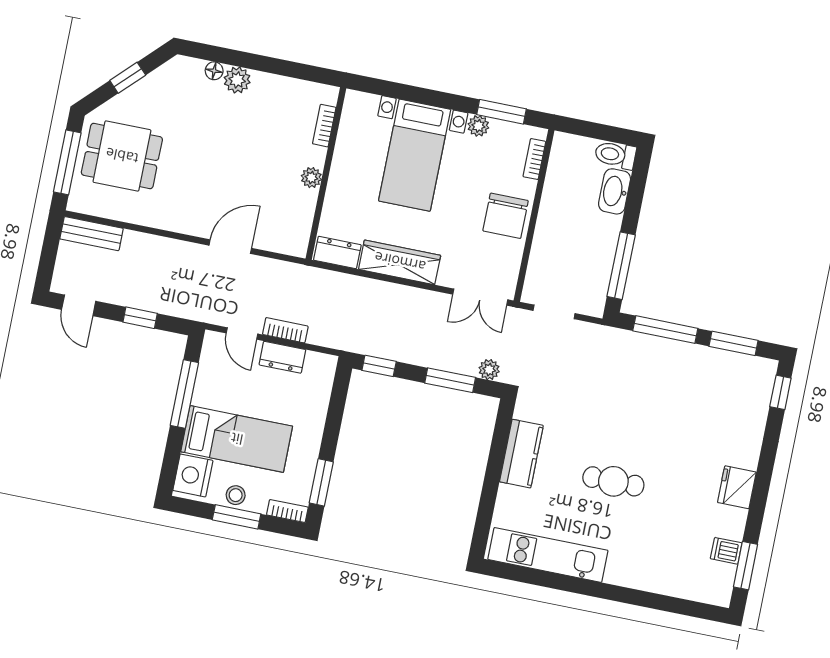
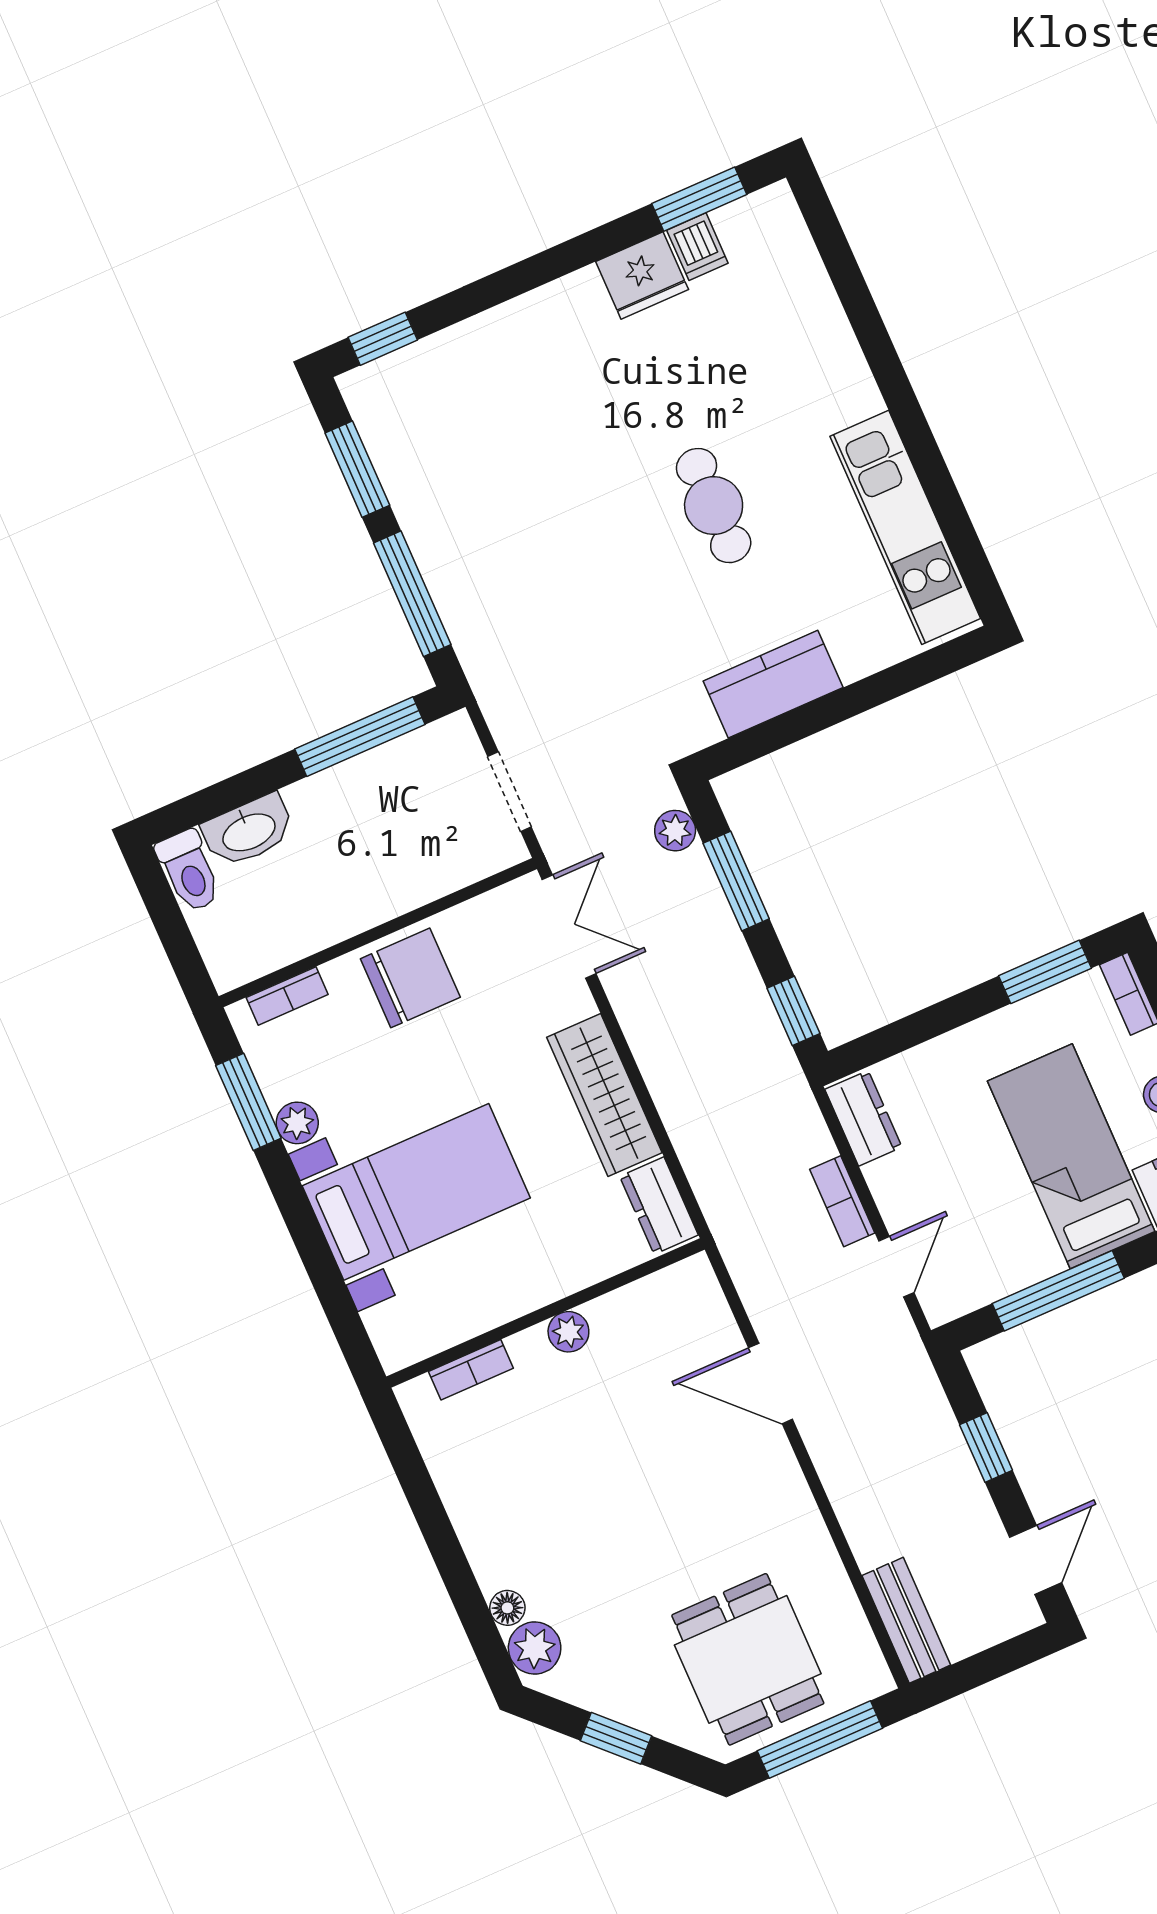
plant: (237, 80) -> (535, 1648), moved
dresser: (282, 357) -> (863, 1118), moved
fridge: (737, 487) -> (642, 276), moved

